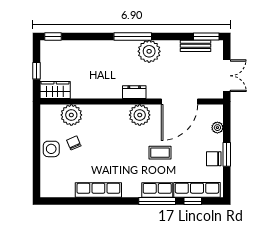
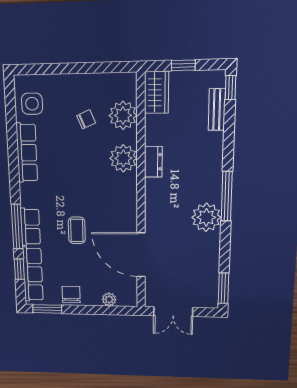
bench: (195, 46) -> (217, 110), moved
dresser: (134, 92) -> (153, 162), moved
plant: (140, 115) -> (123, 158), moved
side table: (51, 149) -> (32, 104), moved
window: (227, 154) -> (47, 309), moved

